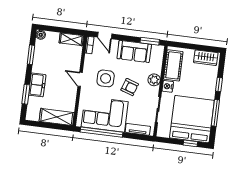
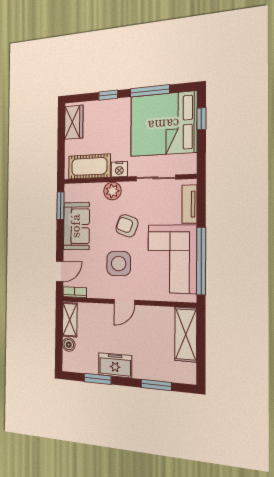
boiler: (41, 35) -> (69, 345), moved
freezer: (37, 85) -> (115, 365), moved
armchair: (130, 87) -> (127, 226), turned -89

